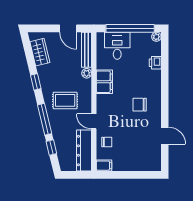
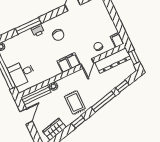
printer: (155, 63) -> (38, 30), moved
window: (165, 77) -> (28, 26), added
filing cabinet: (104, 82) -> (69, 63), moved
rug: (65, 100) -> (75, 102), moved
window: (77, 175) -> (134, 57), added

